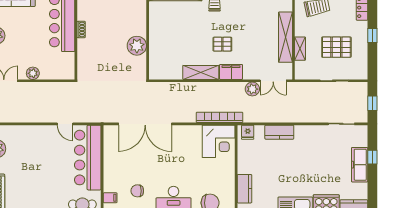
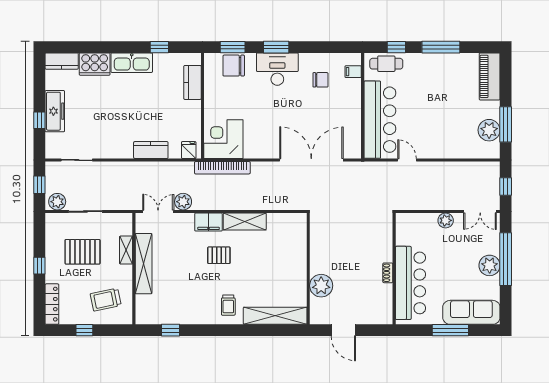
plant: (137, 46) -> (321, 286), moved
plant: (358, 89) -> (57, 202), added

